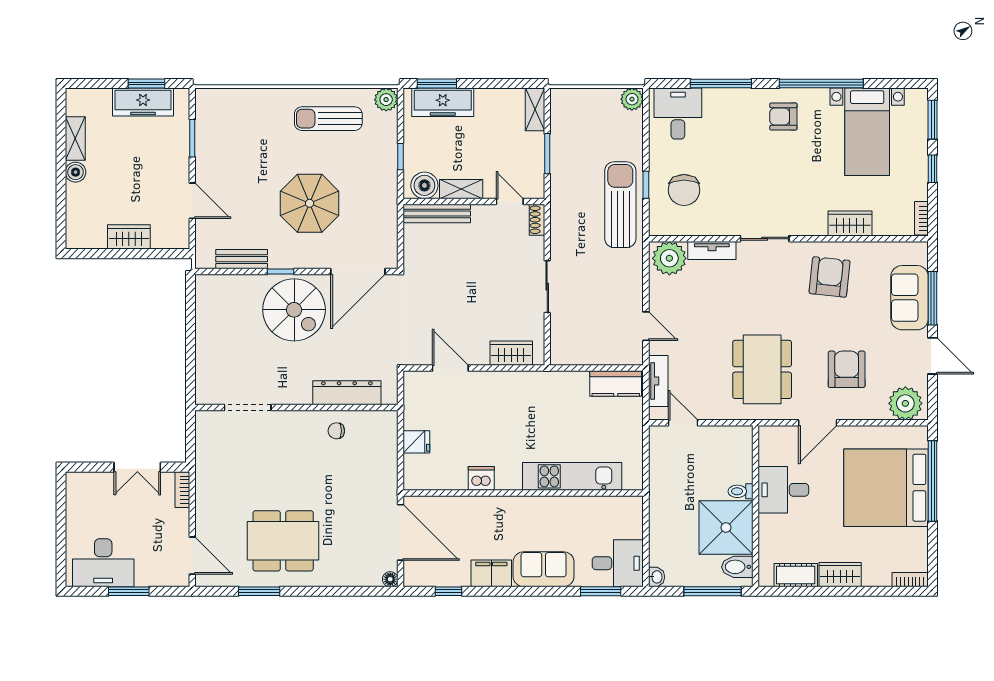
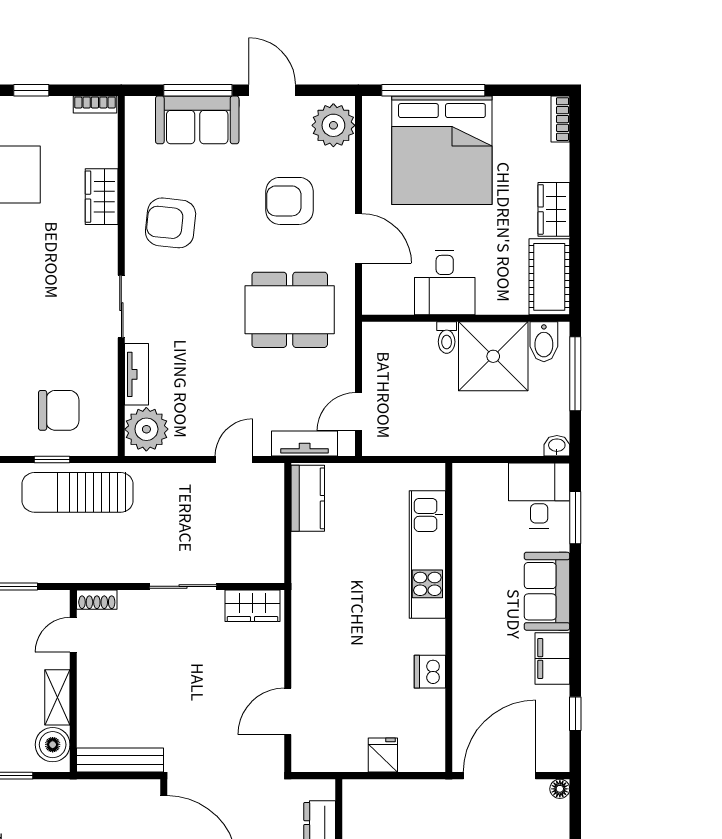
bench: (437, 213) -> (120, 760), moved, turned 90
wardrobe: (511, 353) -> (253, 606), moved, turned -90
door: (933, 356) -> (272, 90), hinge flipped
cot: (796, 575) -> (549, 277), width x1.37, depth x1.34

